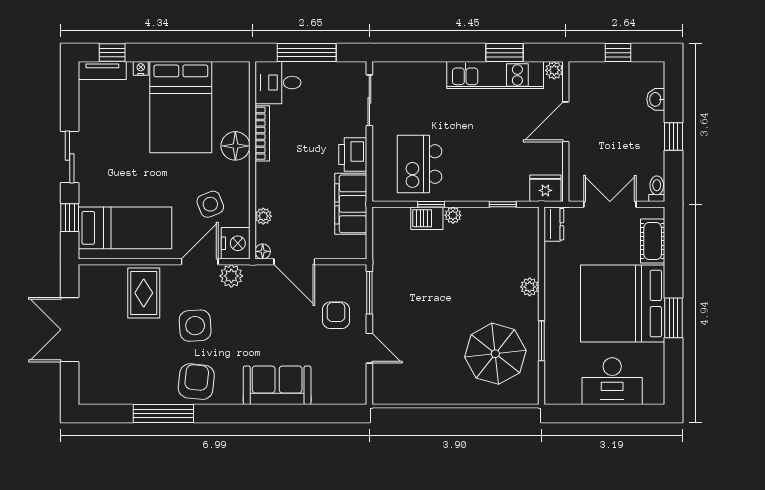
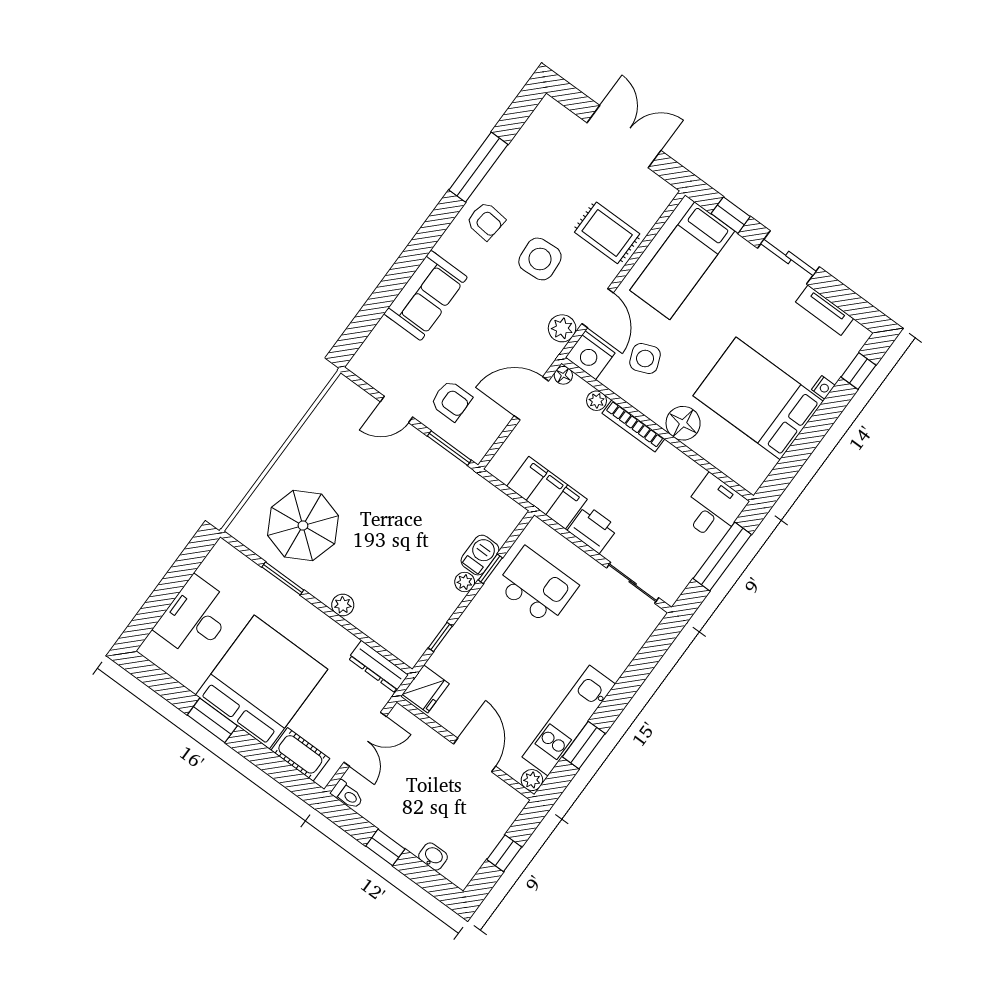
tv unit: (102, 70) -> (825, 310), moved, turned -90
bookcase: (262, 133) -> (633, 426), moved
dresser: (554, 224) -> (378, 667), width x1.44
armchair: (196, 382) -> (486, 221), width x0.72, depth x0.72

